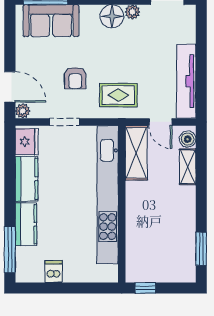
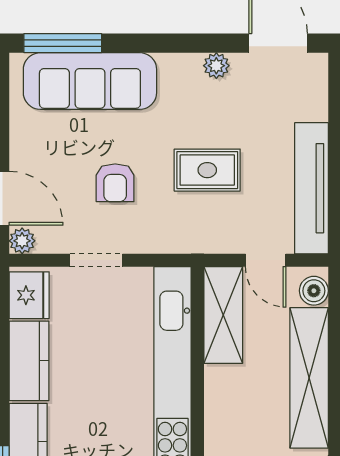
floor lamp: (112, 16) -> (180, 73), removed
sofa: (51, 21) -> (90, 81), width x1.36
rug: (118, 95) -> (207, 170), moved
shelving: (188, 167) -> (309, 378), width x2.20, depth x1.33

